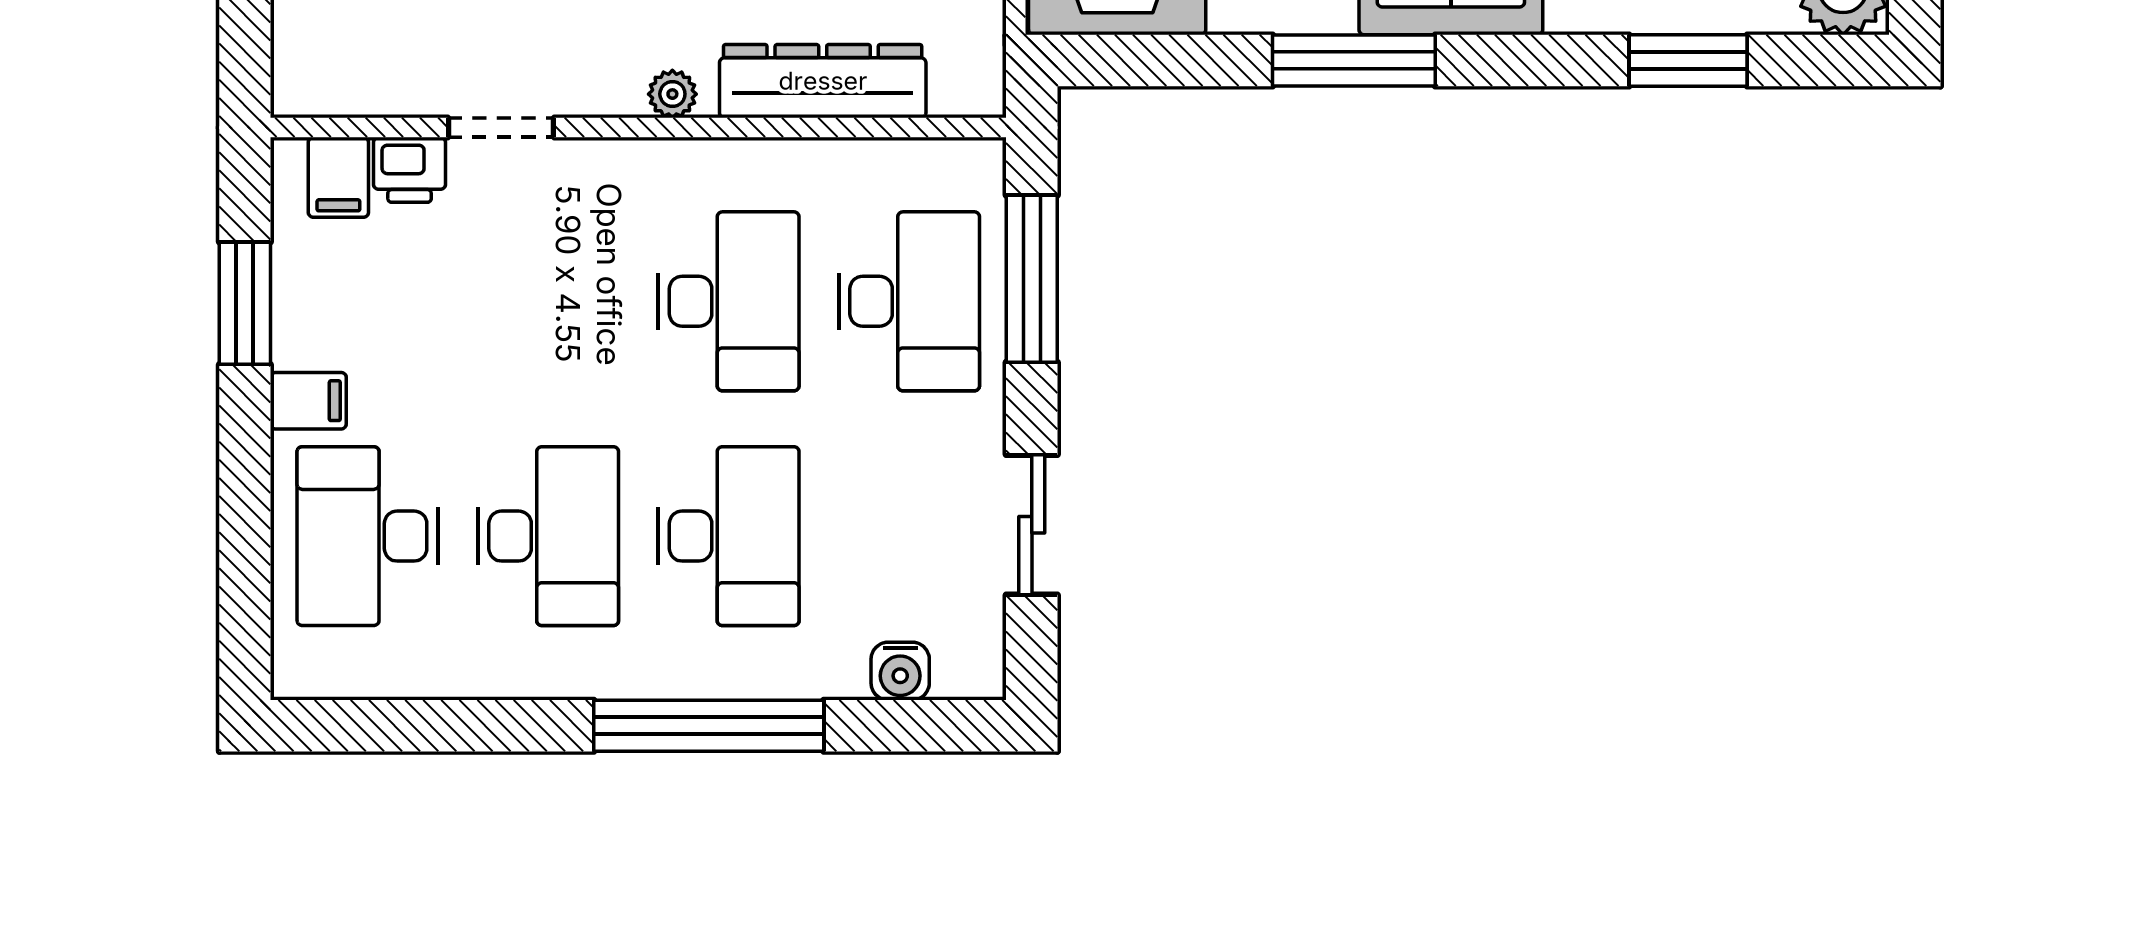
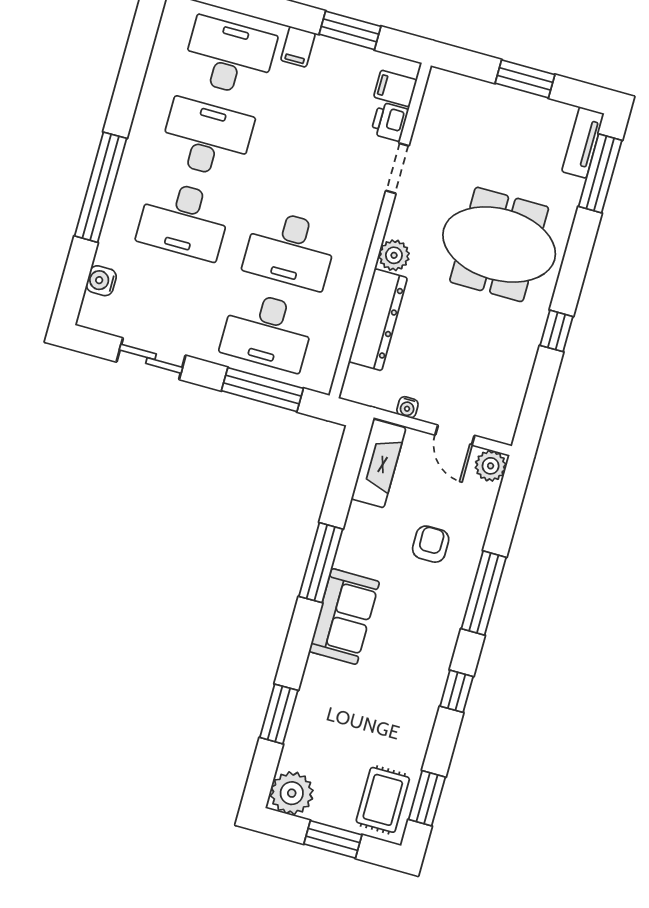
plant: (672, 94) -> (394, 255), width x1.38, depth x1.38
desk: (548, 536) -> (207, 138), turned 180

